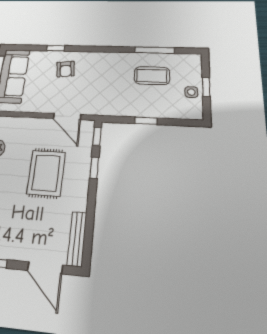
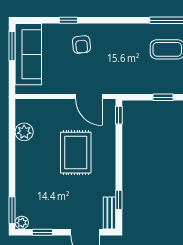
window: (94, 168) -> (119, 200), moved
bench: (77, 239) -> (110, 213), width x0.73

